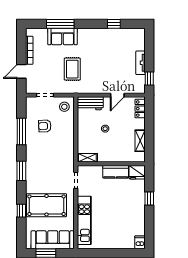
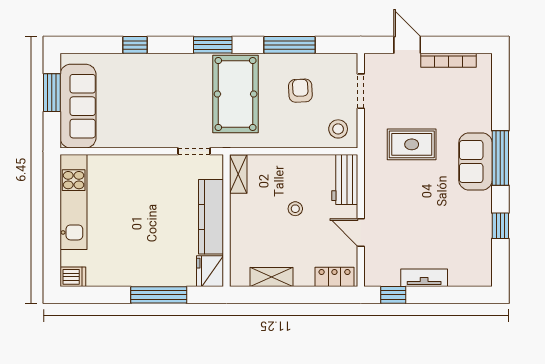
window: (60, 24) -> (500, 158), moved
sofa: (62, 36) -> (475, 162), moved
kitchen counter: (116, 172) -> (211, 217), width x1.50
window: (149, 198) -> (159, 295), width x2.17
pool table: (47, 205) -> (236, 94), moved
kitchen unit: (84, 220) -> (74, 202), moved, turned -90

